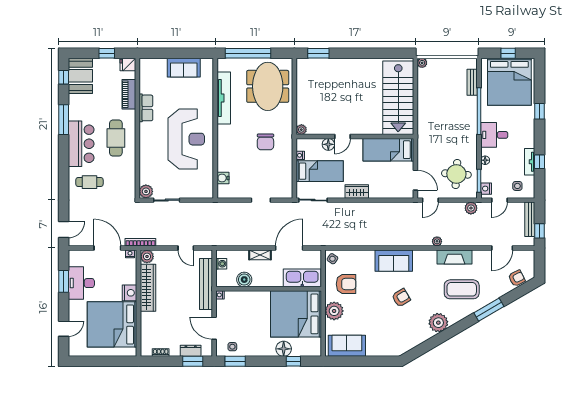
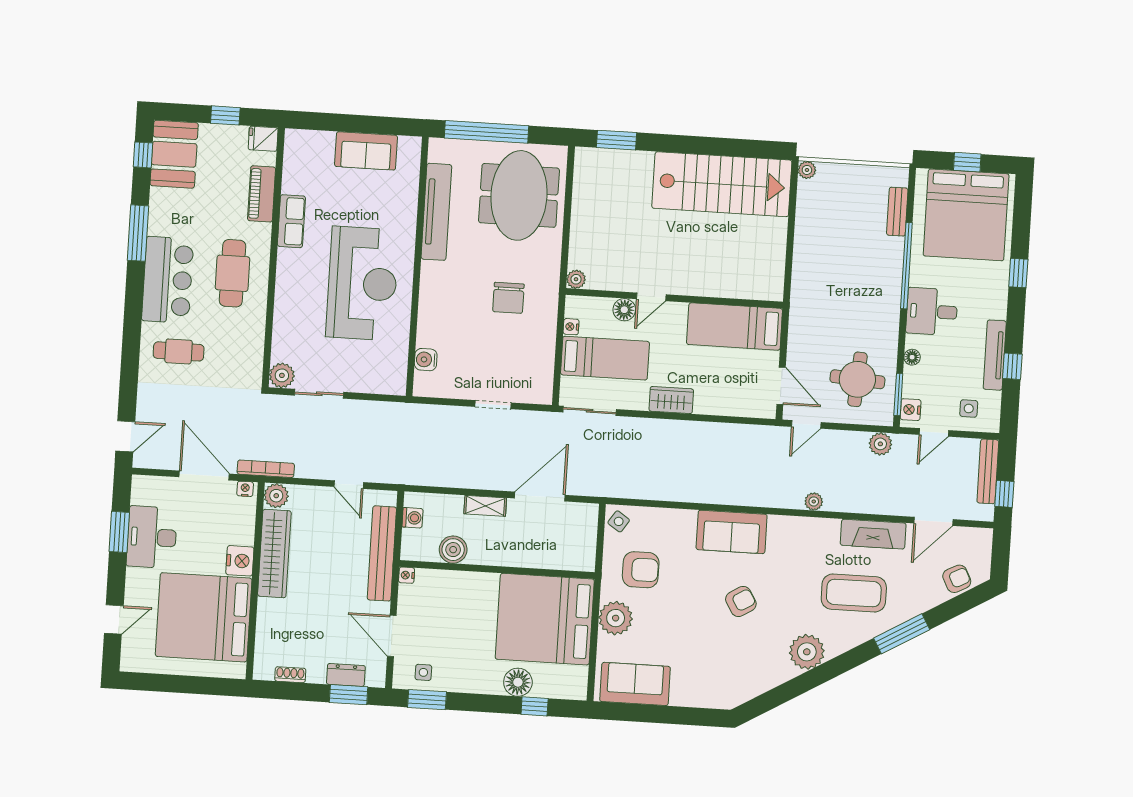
stairs: (398, 98) -> (722, 184), moved, turned -90
tv unit: (530, 162) -> (995, 355), width x1.41
fireplace: (454, 257) -> (873, 534), moved
kitchen sink: (302, 278) -> (560, 553), removed

